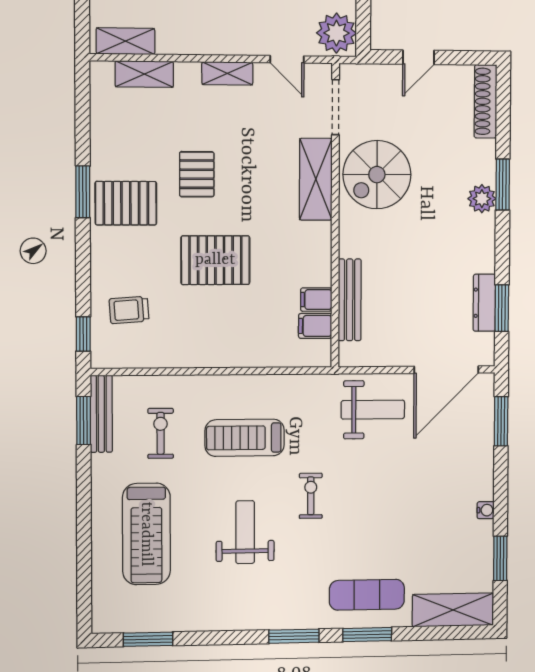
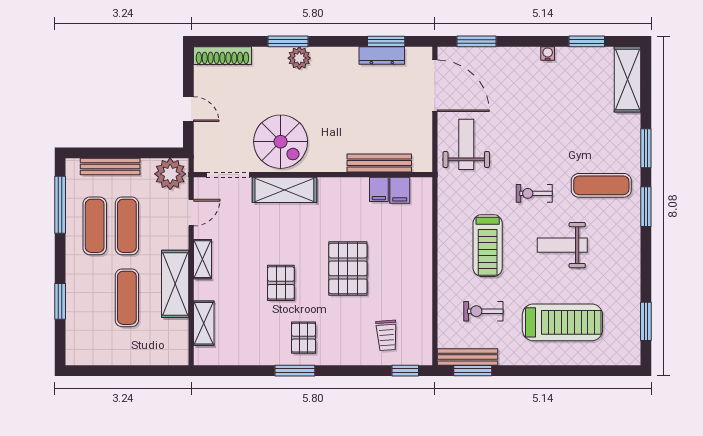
shelving: (125, 41) -> (175, 284), moved, width x1.50, depth x1.33
pallet: (197, 174) -> (281, 283), turned 90
pallet: (126, 203) -> (304, 338), width x0.67, depth x0.71
exercise mat: (367, 595) -> (601, 185), moved, turned 90

